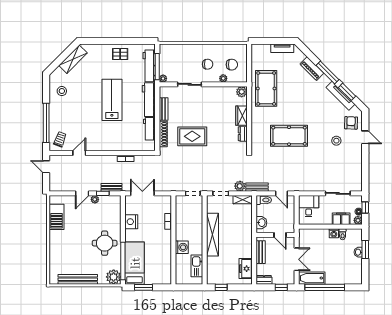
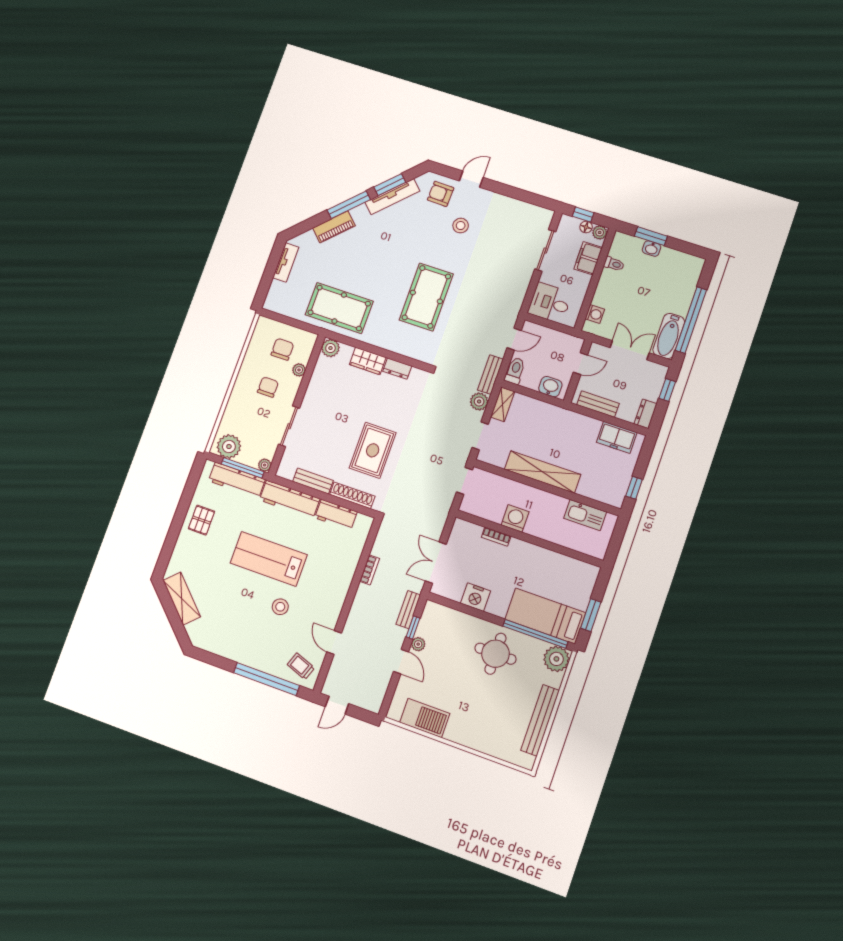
plant: (166, 54) -> (229, 447), added
stool: (62, 91) -> (280, 607), moved
washing machine: (334, 233) -> (595, 314), moved
washing machine: (182, 247) -> (515, 518), moved

